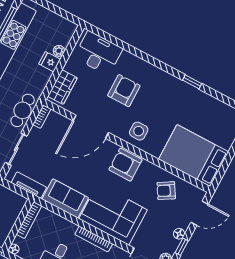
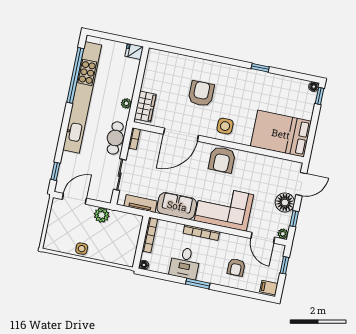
plant: (59, 51) -> (126, 103), moved
desk: (98, 53) -> (168, 67), removed
fridge: (50, 62) -> (134, 51), moved
armchair: (125, 165) -> (222, 160), turned -90
armchair: (166, 191) -> (266, 172), removed
floor lamp: (179, 234) -> (285, 202), width x1.89, depth x1.89
bookcase: (94, 239) -> (201, 233), moved

